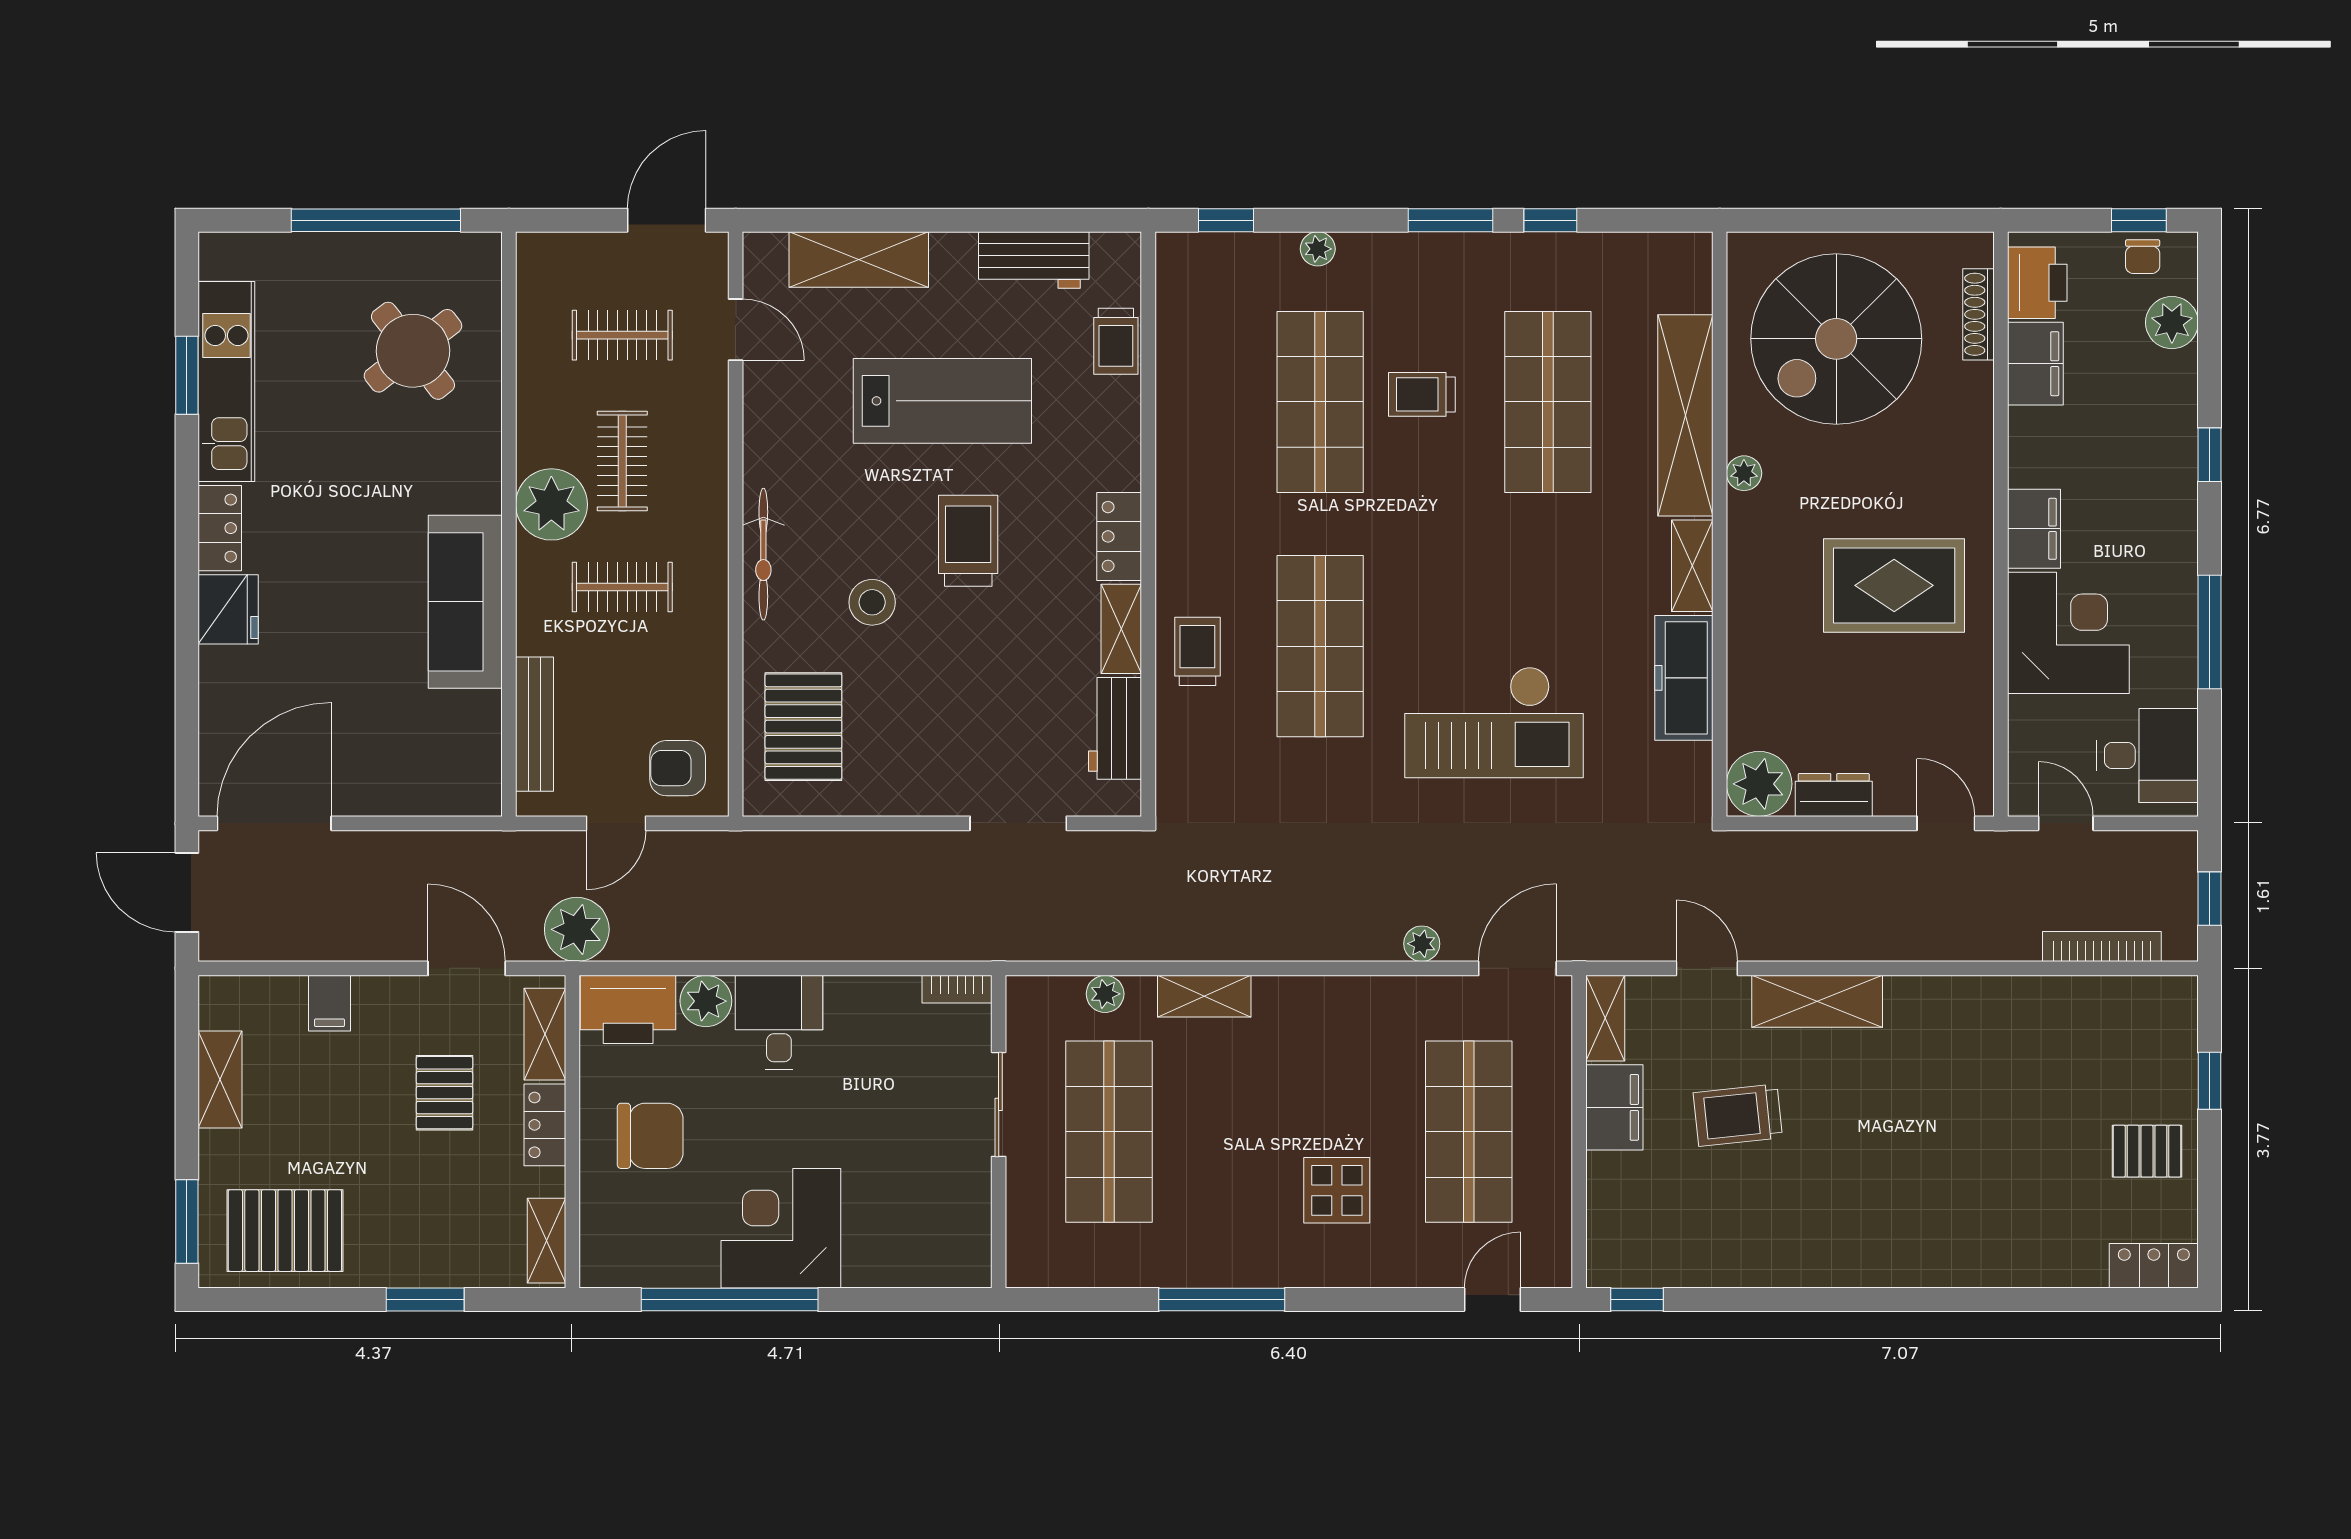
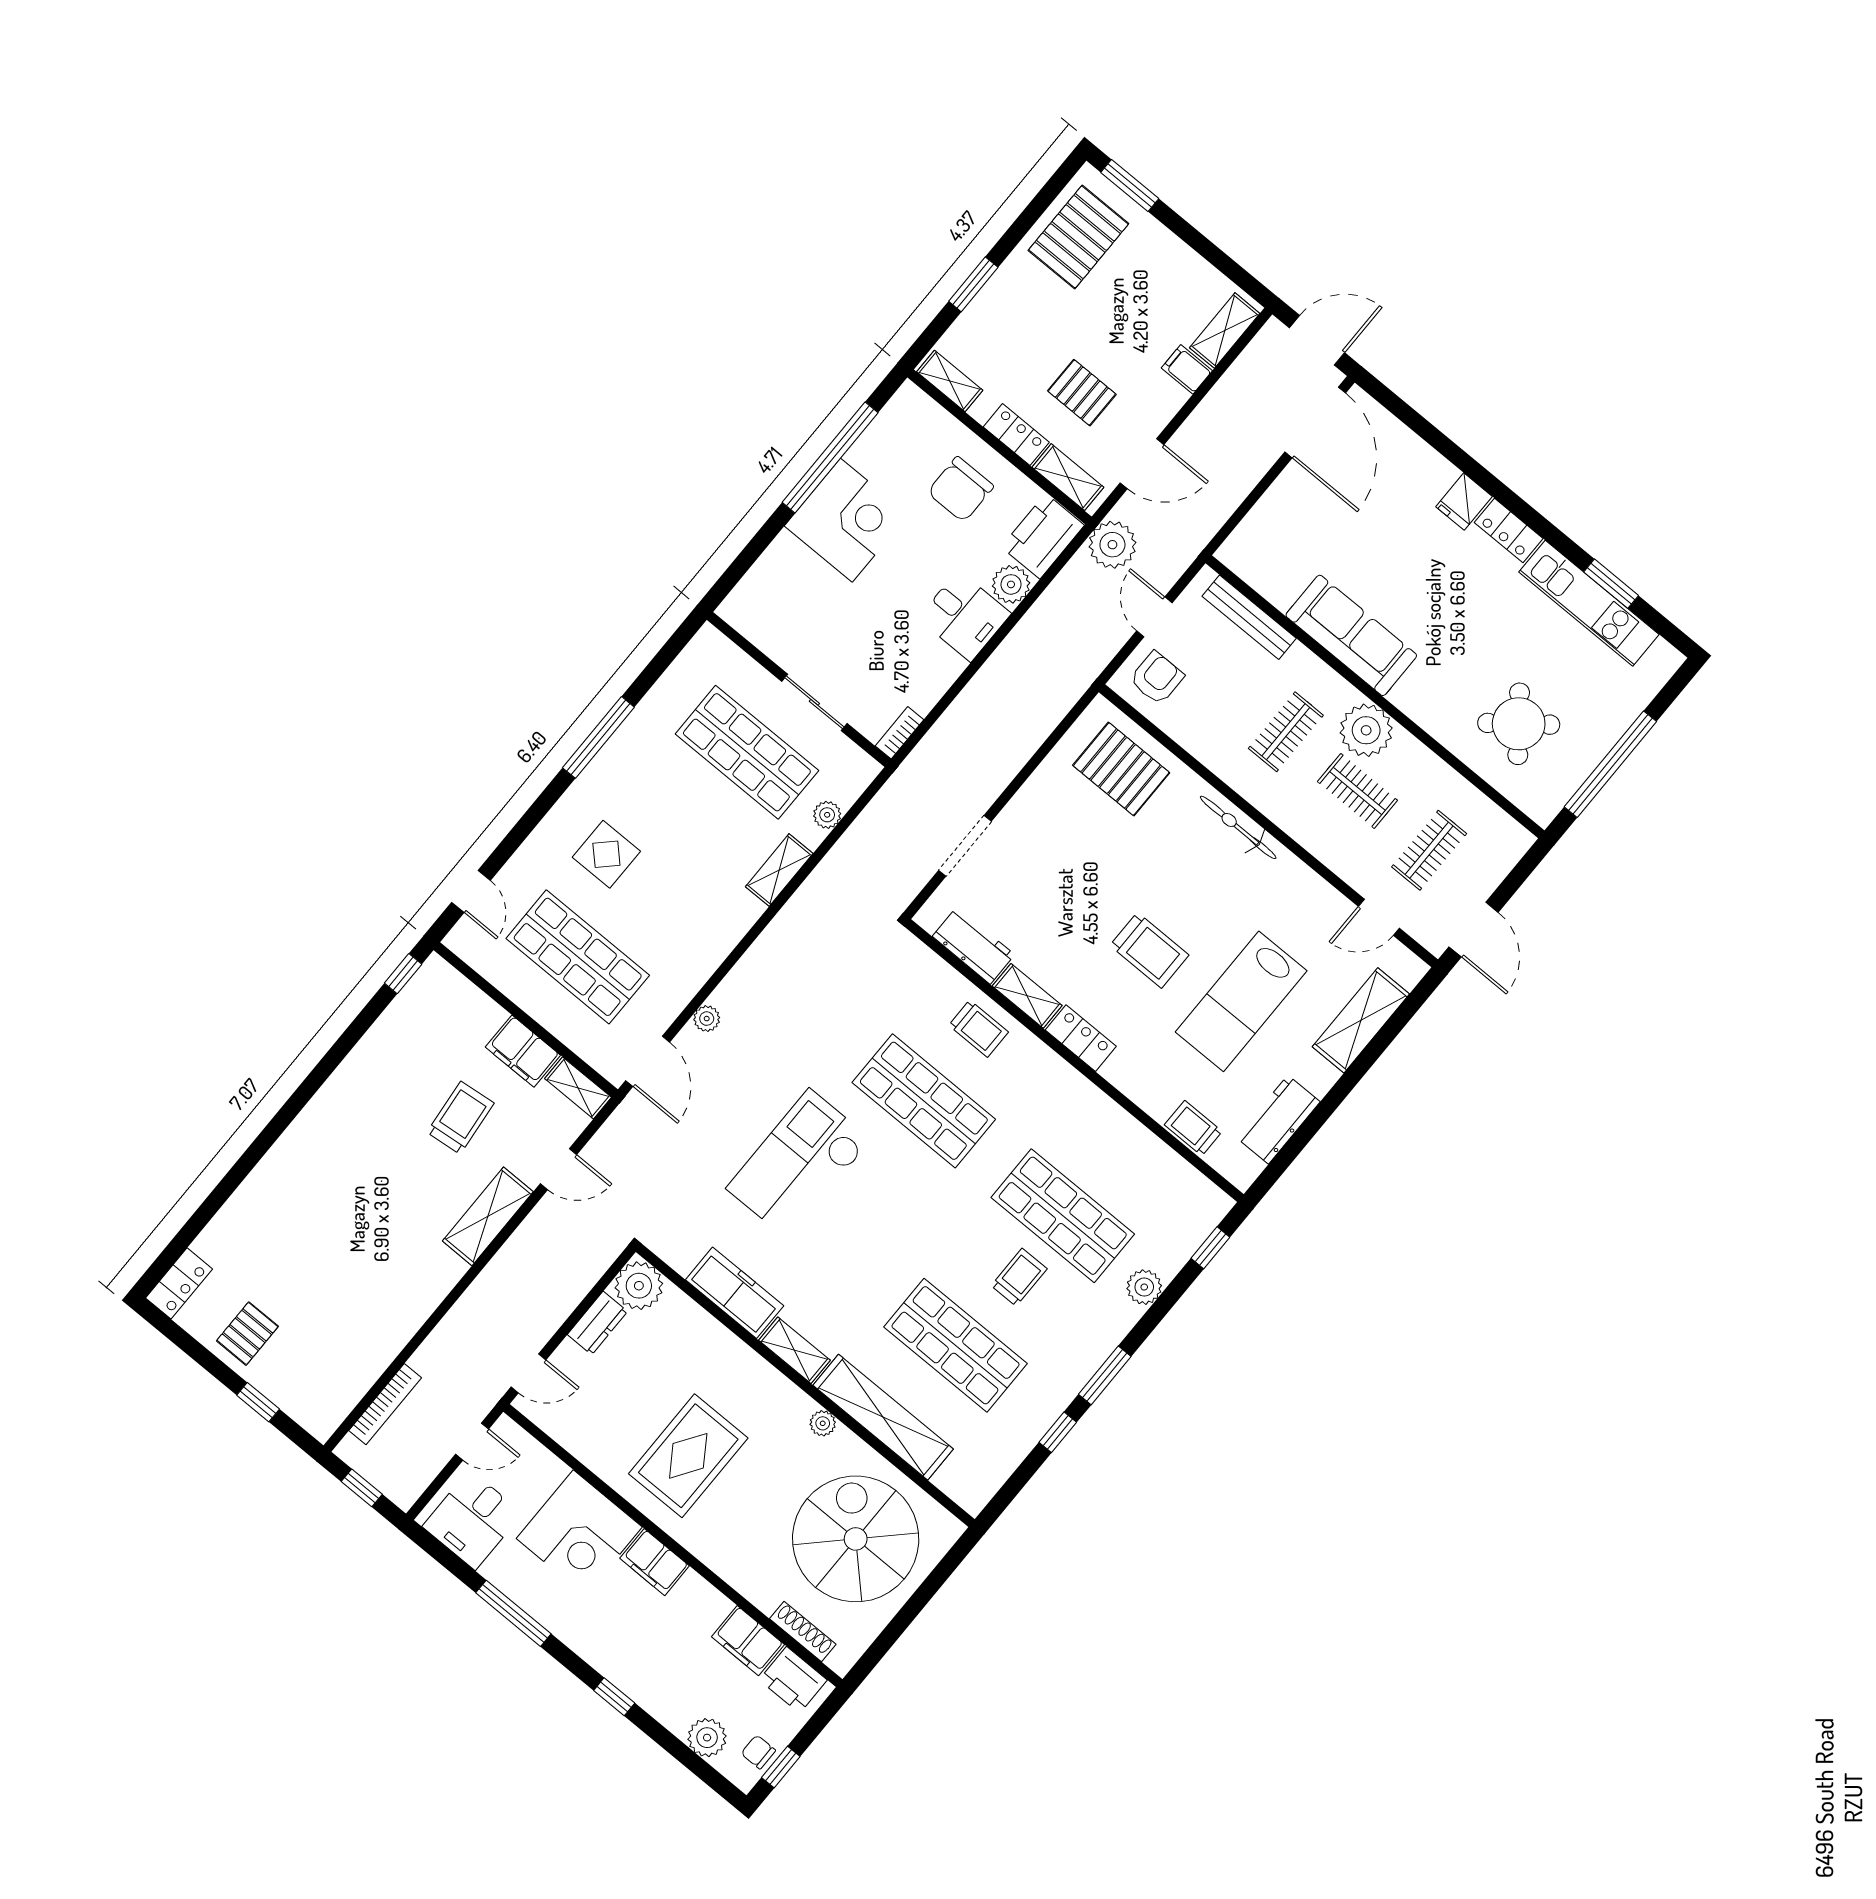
plant: (1318, 249) -> (1144, 1287), width x1.38, depth x1.38
stool: (872, 602) -> (1160, 867), removed
fridge: (228, 609) -> (1464, 502), width x0.72
shelving: (220, 1080) -> (1225, 331), moved, turned 90

